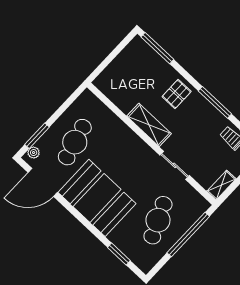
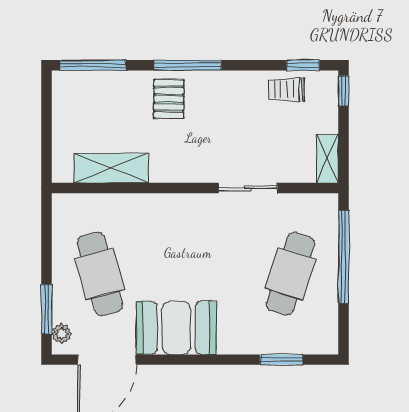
window: (215, 102) -> (188, 65), moved
shelving: (149, 125) -> (111, 168), moved
booth: (97, 198) -> (176, 328), width x0.73, depth x0.70
cafe table: (158, 220) -> (290, 274), turned 42

